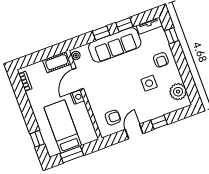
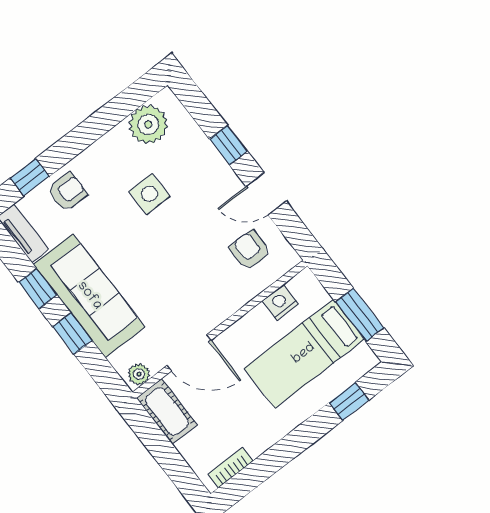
armchair: (161, 60) -> (67, 192), moved
nightstand: (77, 97) -> (280, 302), moved

